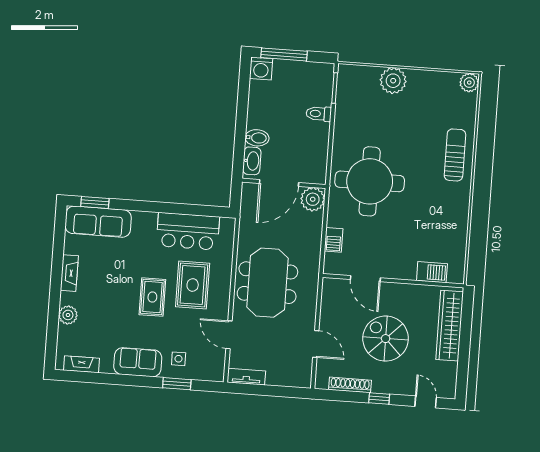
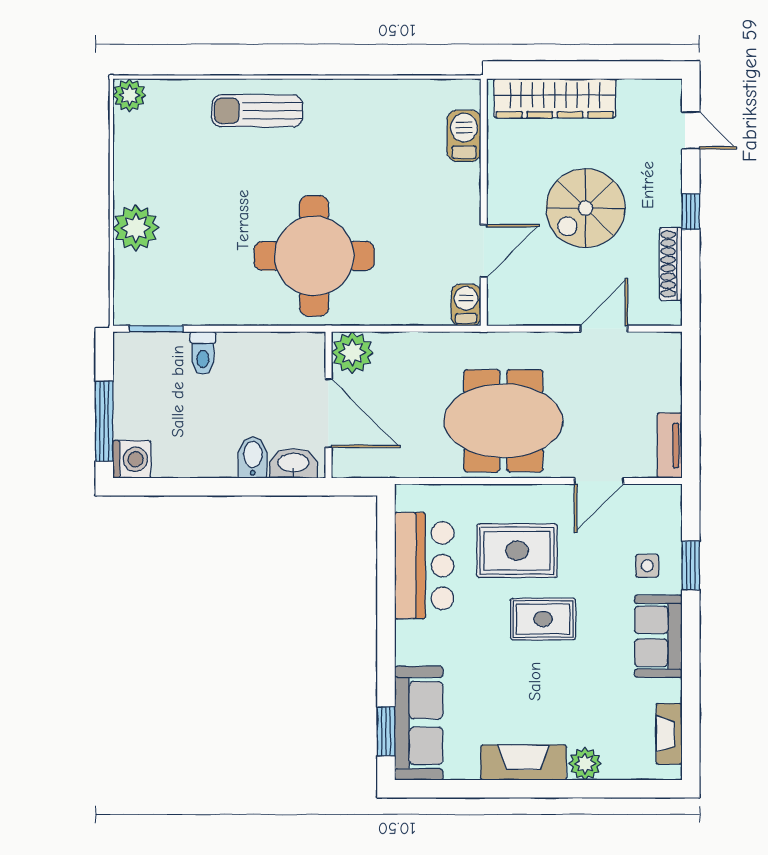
barbecue: (334, 240) -> (466, 305), moved, turned -90
fireplace: (69, 273) -> (524, 762), width x1.37, depth x1.32
door: (426, 402) -> (691, 130), swing flipped

